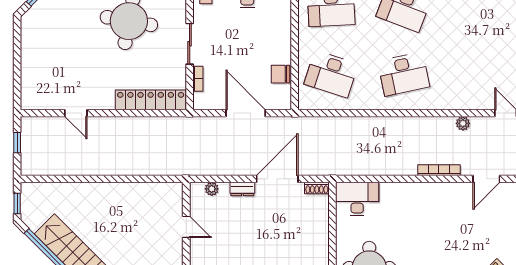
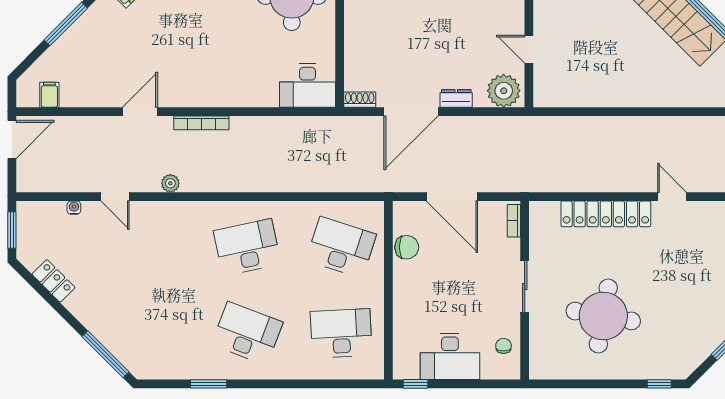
bookcase: (198, 79) -> (514, 221), moved
locker: (151, 100) -> (606, 214), moved
plant: (212, 189) -> (504, 91), width x1.87, depth x1.87

